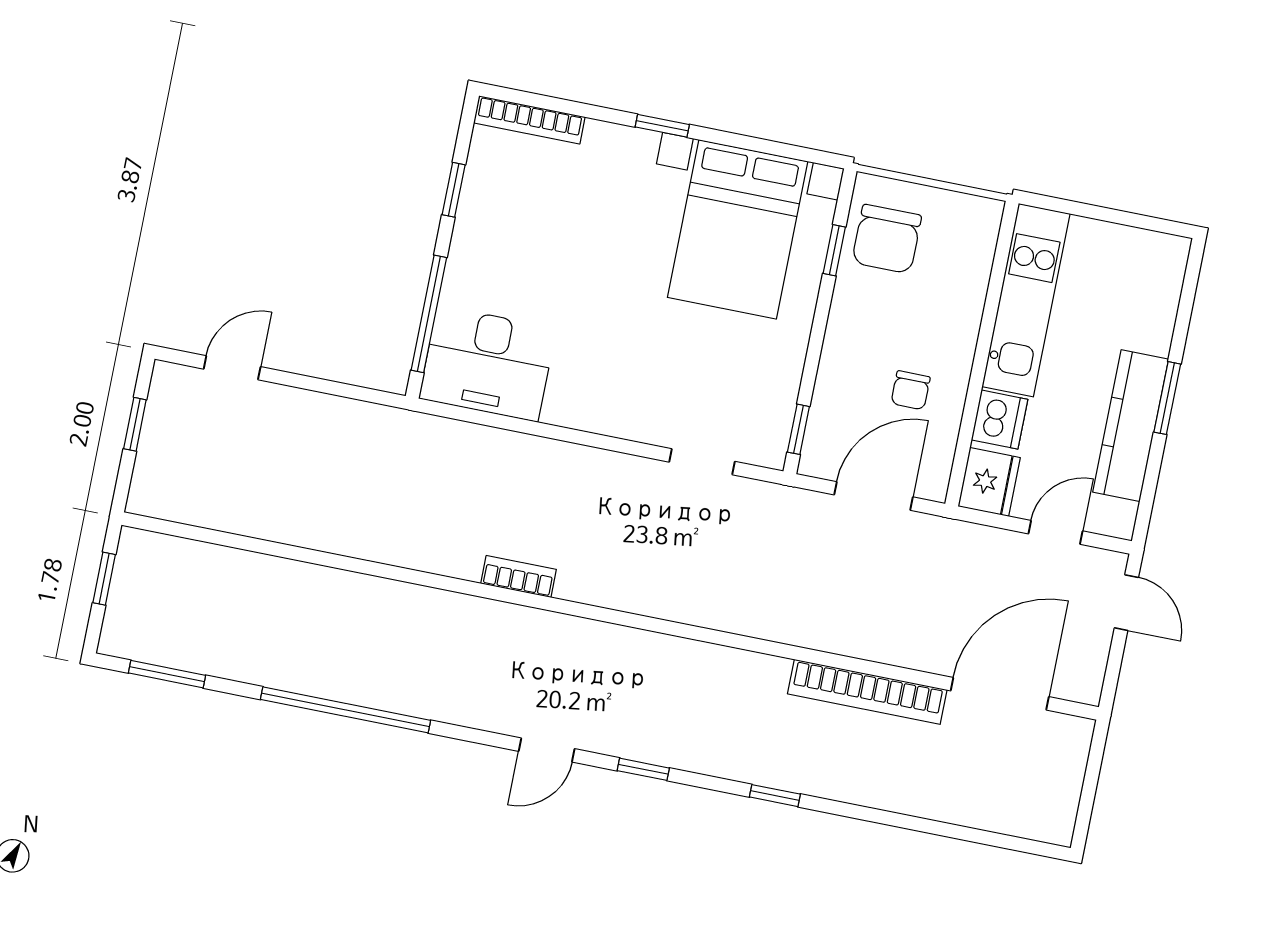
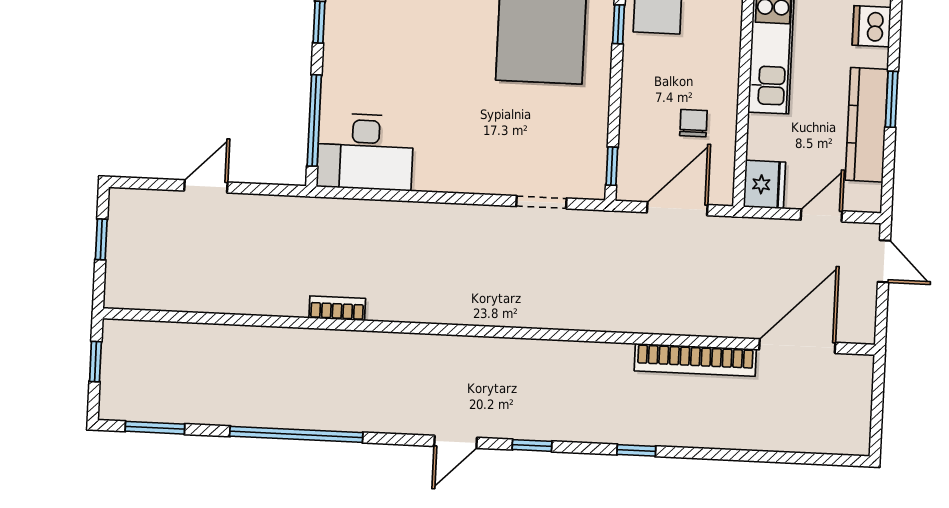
door: (232, 368) -> (206, 186), moved
chair: (911, 390) -> (693, 123), turned 180
dishwasher: (999, 420) -> (872, 26), moved, turned 180
bookcase: (518, 577) -> (337, 308), moved

